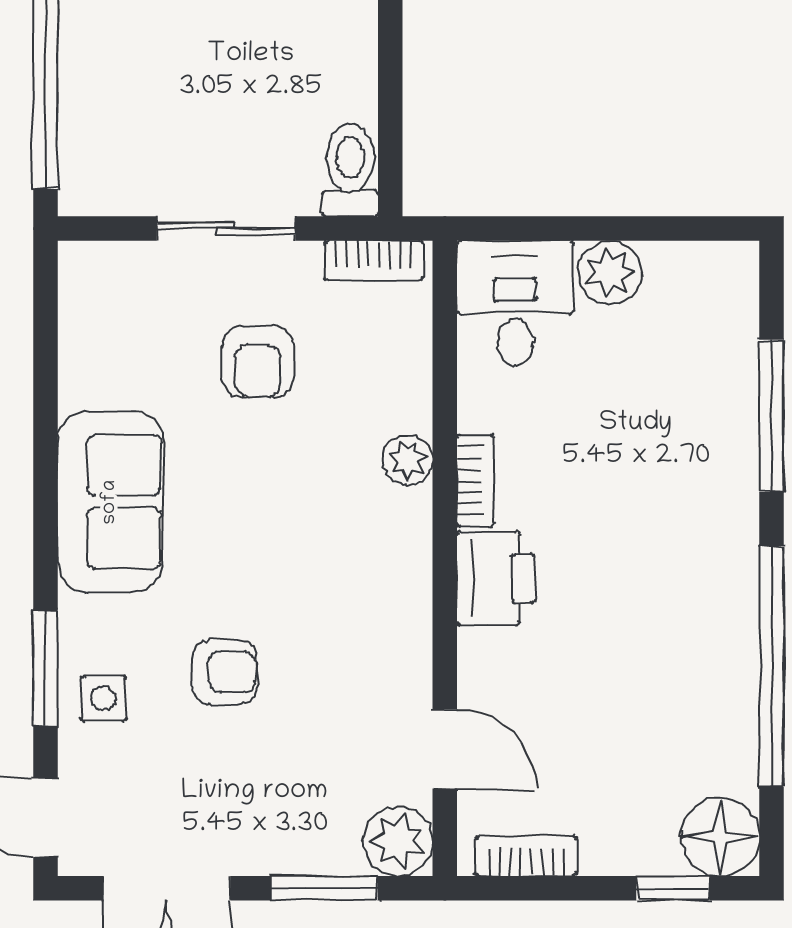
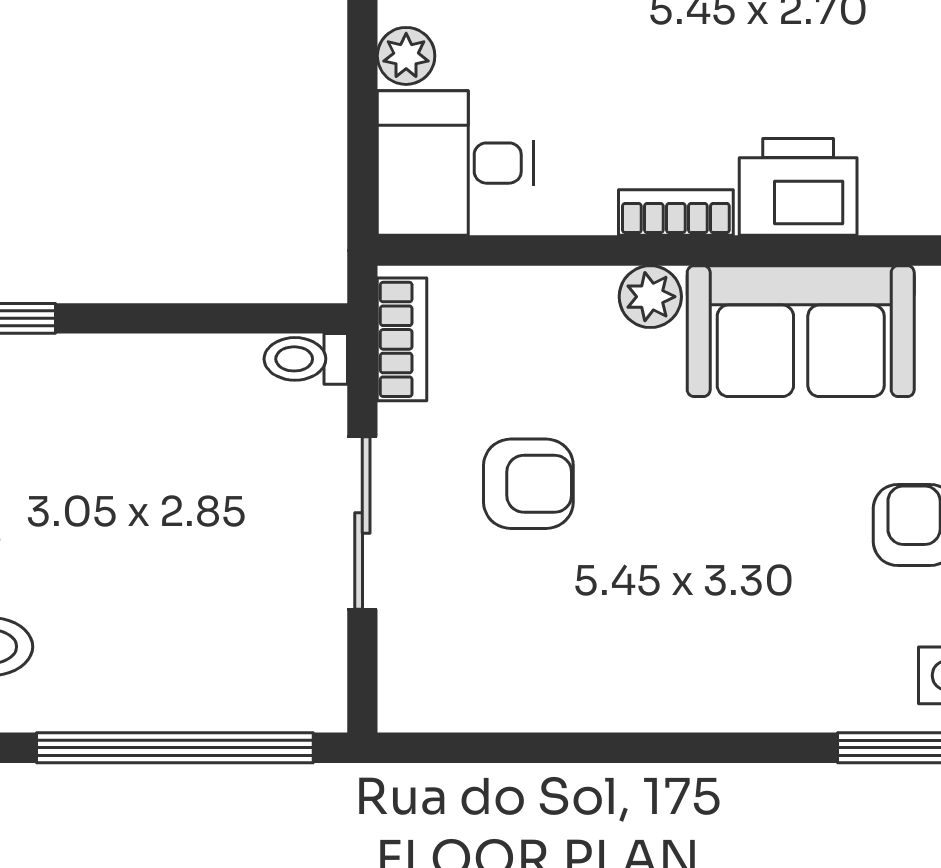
toilet: (350, 170) -> (306, 359), width x0.73, depth x0.72
plant: (610, 272) -> (406, 56), width x0.73, depth x0.73
sofa: (110, 502) -> (801, 331), moved, turned 180

